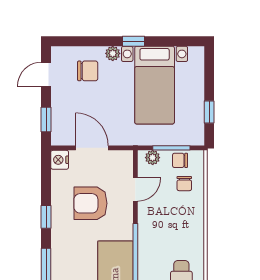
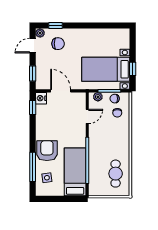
window: (133, 41) -> (56, 26), moved
plant: (113, 53) -> (40, 33), moved
bed with nightstands: (155, 85) -> (106, 69), moved, turned 90
armchair: (91, 203) -> (47, 151), moved, turned 90
window: (46, 217) -> (33, 107), moved

